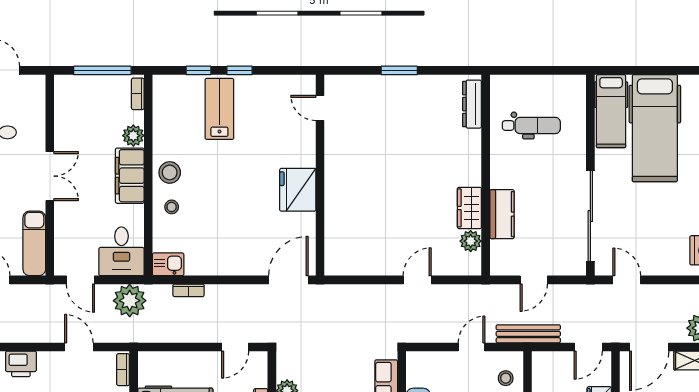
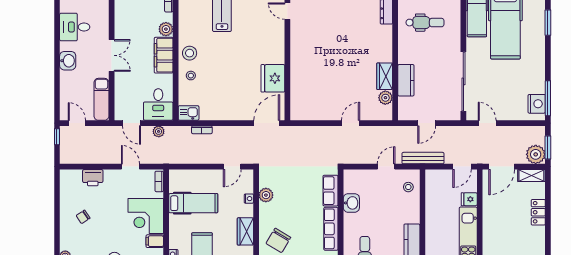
fridge: (298, 190) -> (273, 78), moved
plant: (130, 301) -> (159, 131), width x0.53, depth x0.53

